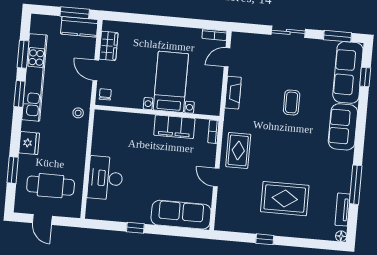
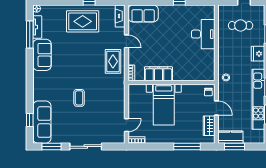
window: (143, 19) -> (187, 146), added
sliding door: (288, 32) -> (86, 146), width x1.37
fireplace: (233, 93) -> (120, 16), moved
sofa: (343, 127) -> (42, 55), moved
window: (356, 185) -> (30, 34), moved
cafe table: (51, 186) -> (241, 25), width x0.73, depth x0.74
rug: (285, 199) -> (83, 21), moved
sofa: (181, 215) -> (143, 13), width x0.73

